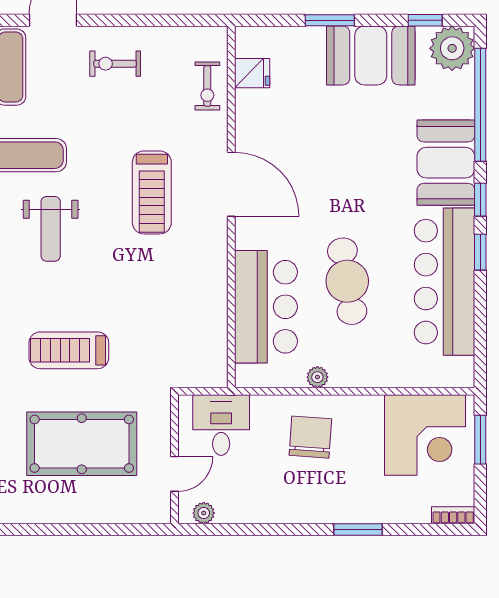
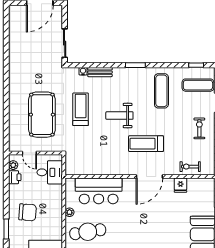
fridge: (252, 73) -> (180, 185), moved
weight bench: (51, 229) -> (119, 116), moved
cafe table: (347, 281) -> (88, 232), moved
chair: (310, 437) -> (28, 212), moved
printer: (233, 509) -> (15, 177), added

